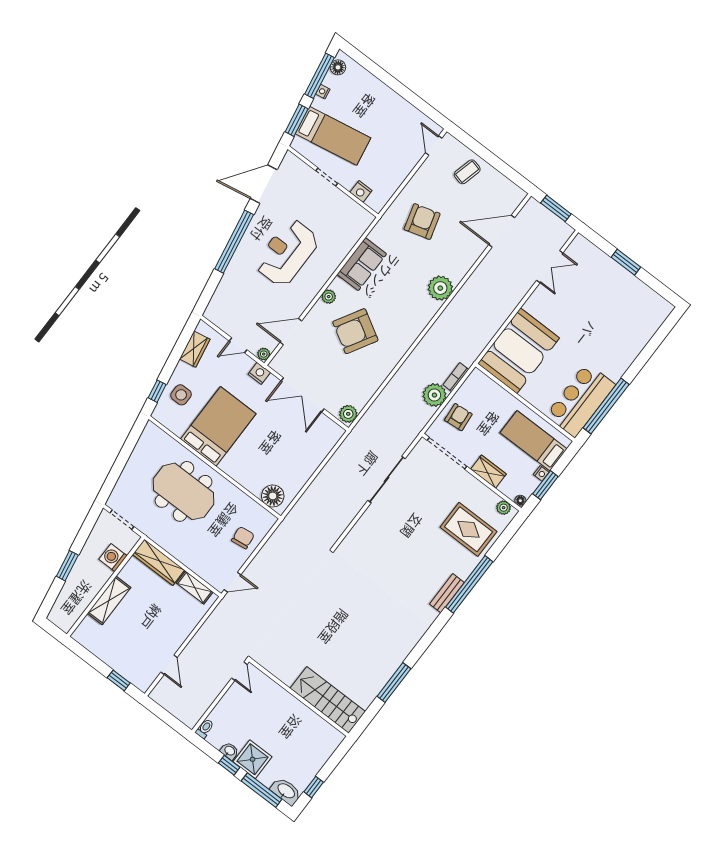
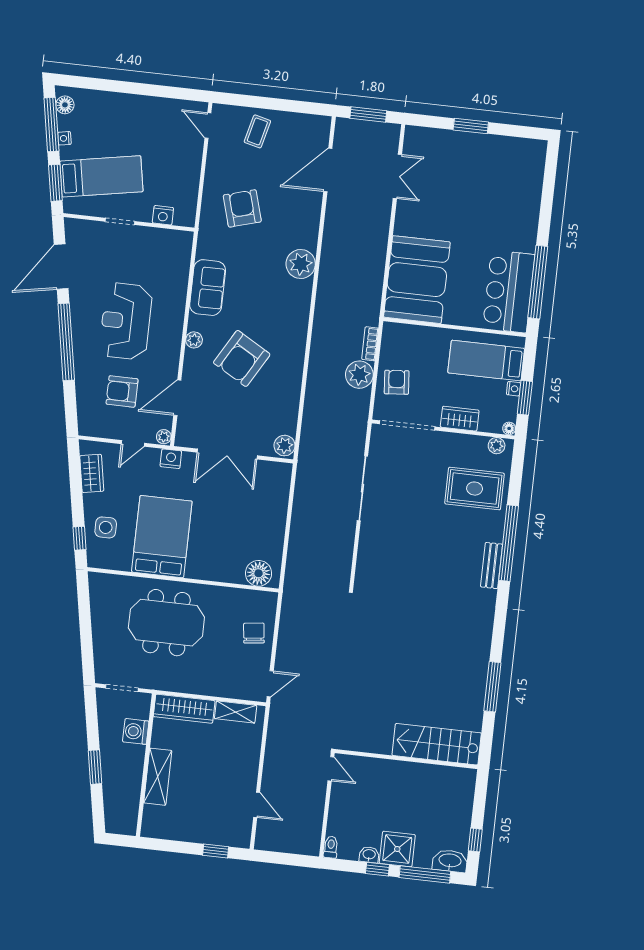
armchair: (253, 302) -> (122, 391), added

